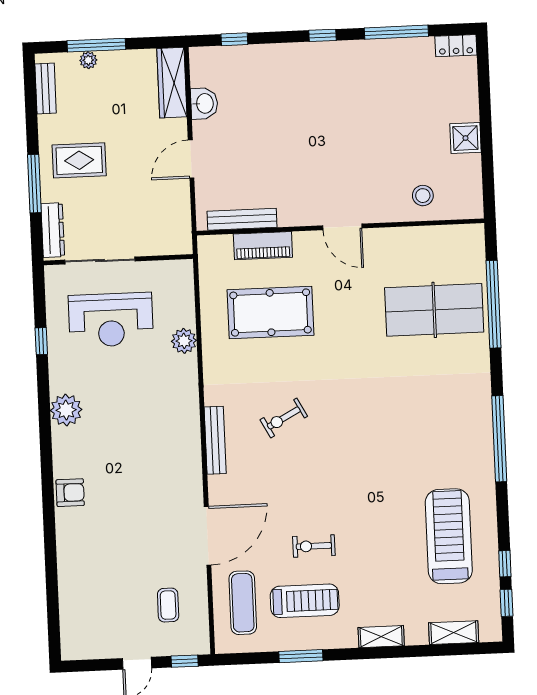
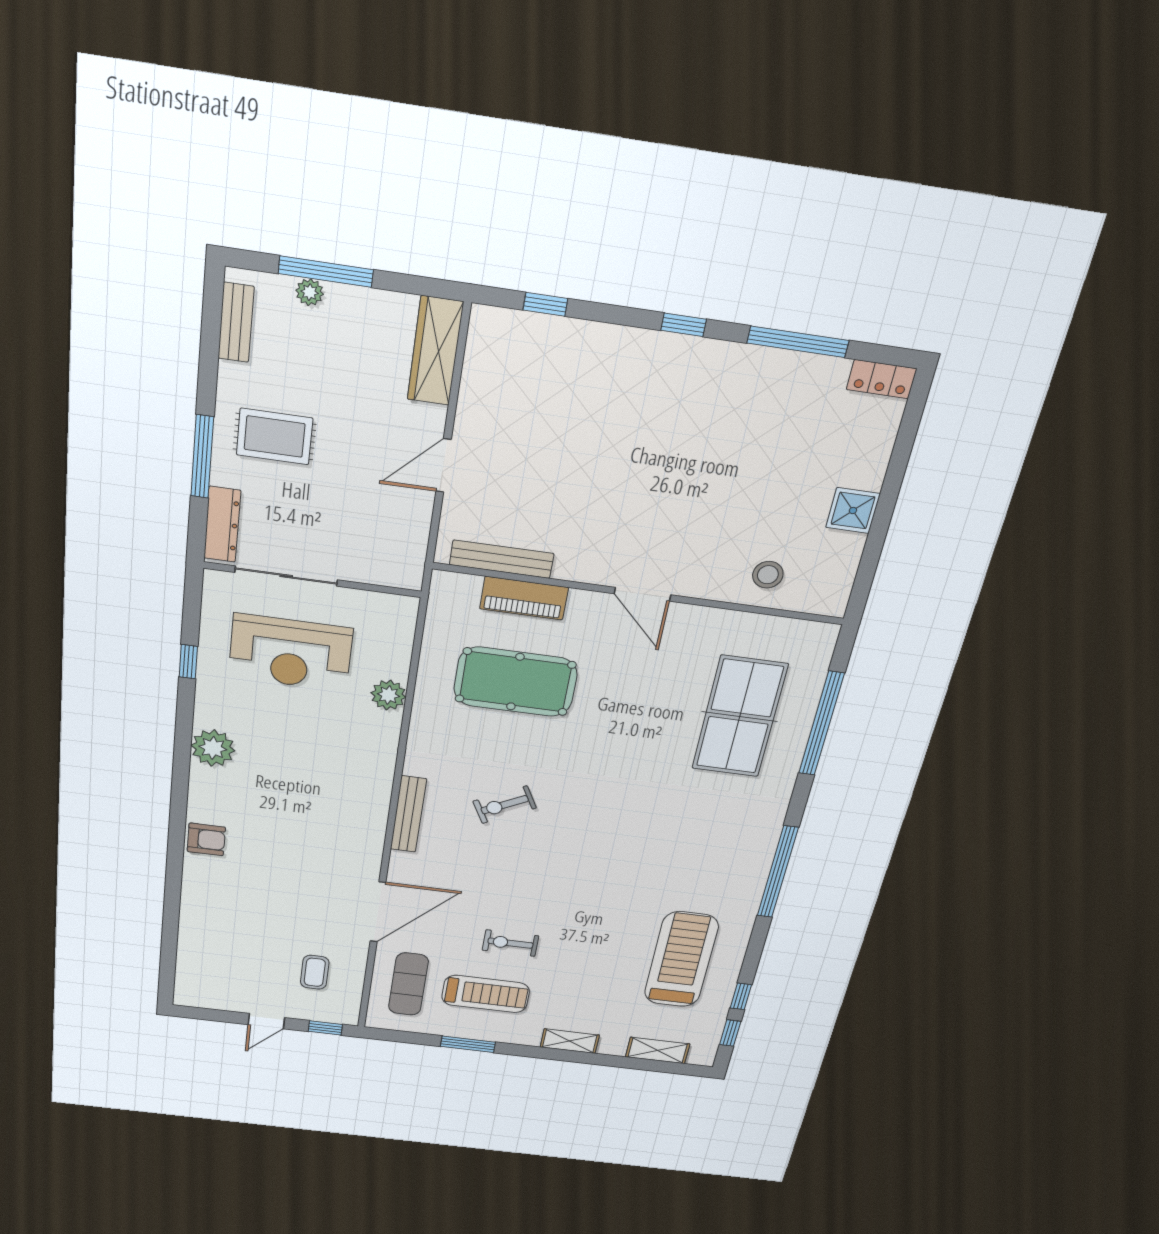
washbasin: (204, 103) -> (479, 391), removed
table tennis table: (434, 310) -> (740, 717), turned 90

